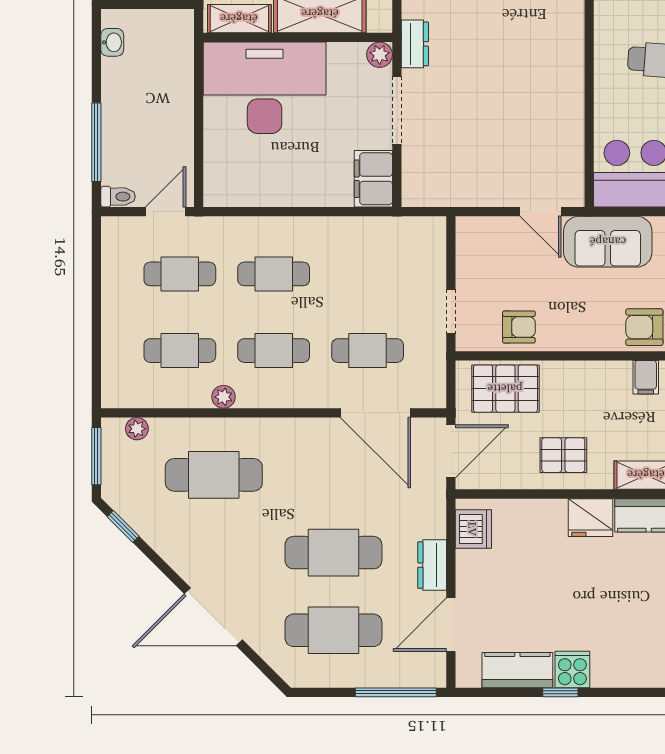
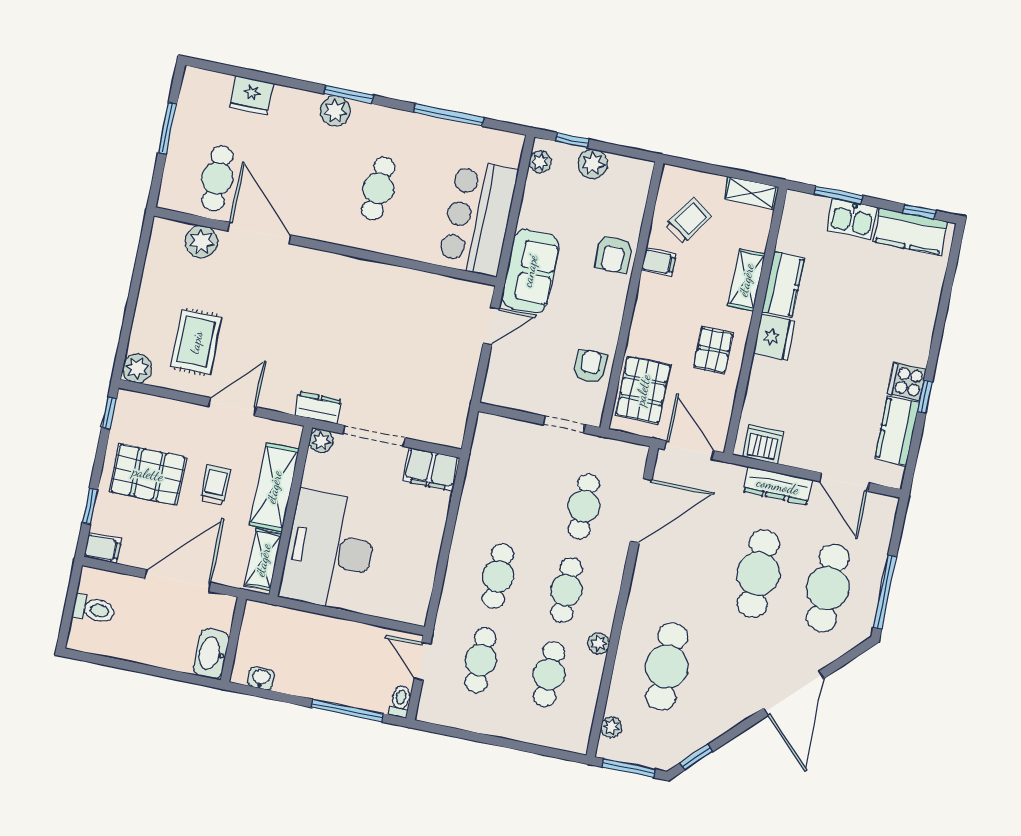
dresser: (432, 565) -> (778, 486), width x1.44
window: (396, 692) -> (885, 592), moved

